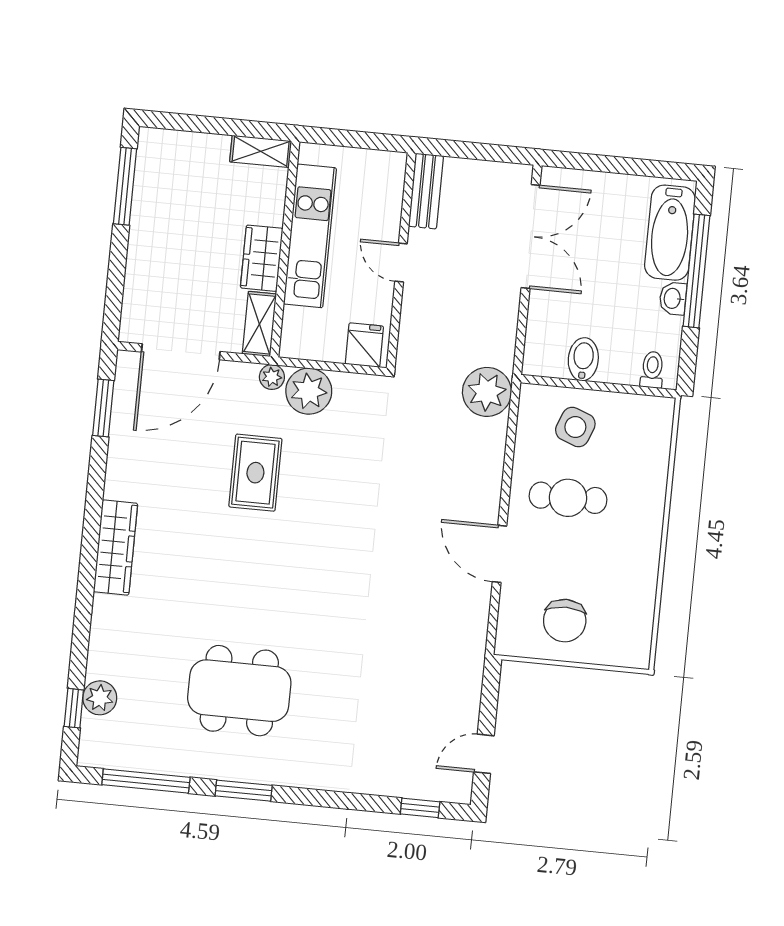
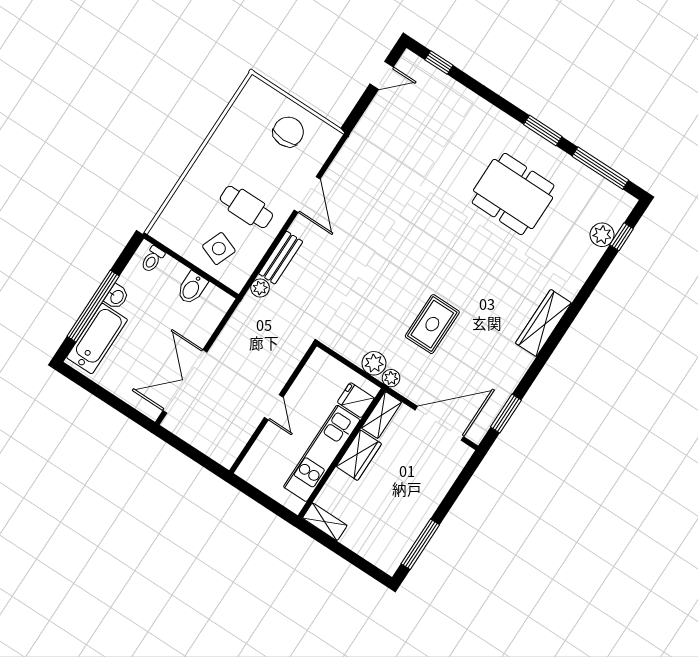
bench: (426, 191) -> (281, 258), moved
fridge: (364, 345) -> (356, 400), moved, turned 90
plant: (309, 391) -> (374, 363), width x0.73, depth x0.73
plant: (487, 392) -> (260, 288), width x0.53, depth x0.53

